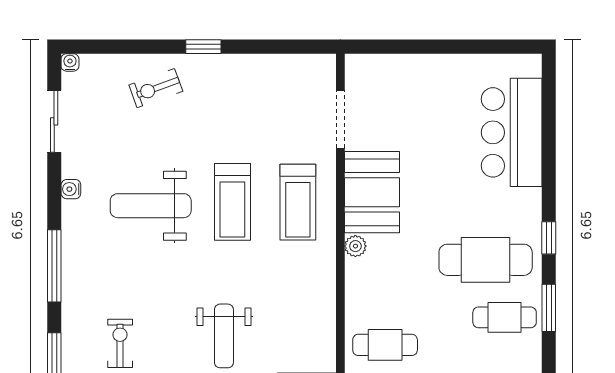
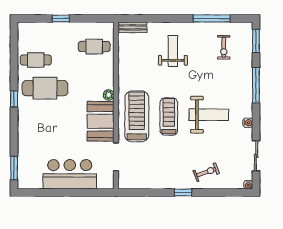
bar counter: (512, 132) -> (70, 174), moved, turned -90
treadmill: (298, 202) -> (137, 116), width x1.37, depth x1.38
window: (549, 308) -> (14, 168), moved

